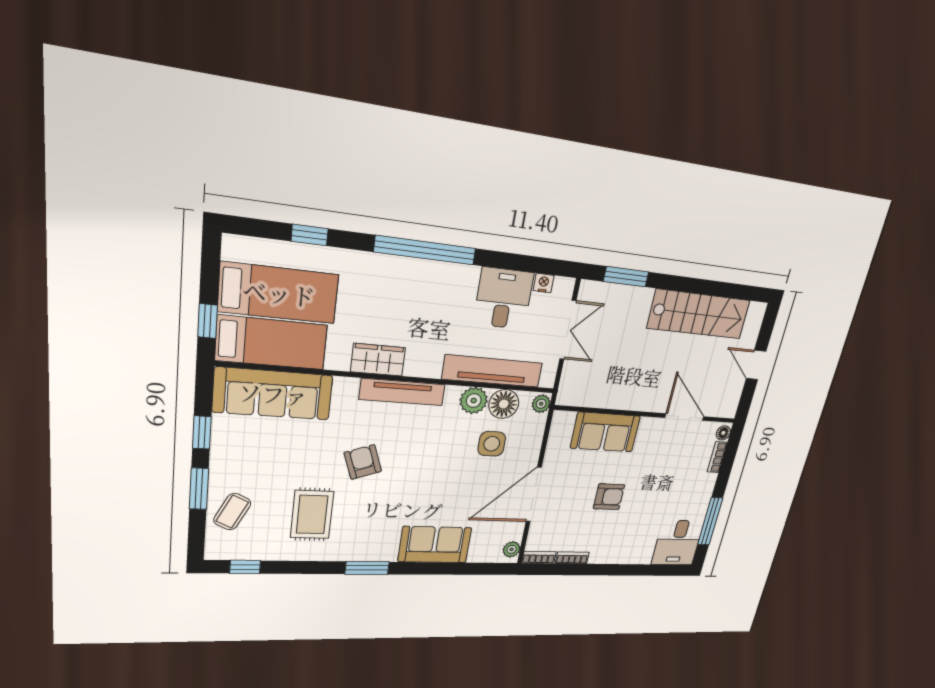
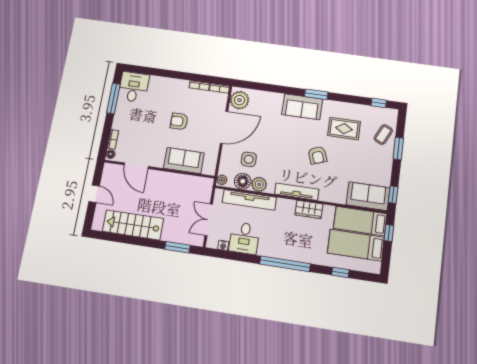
sofa: (273, 394) -> (368, 196), width x0.73
window: (202, 433) -> (393, 195), moved
rug: (312, 515) -> (344, 129), turned 90
sofa: (435, 545) -> (302, 107), moved
plant: (512, 549) -> (239, 100), width x1.87, depth x1.87

